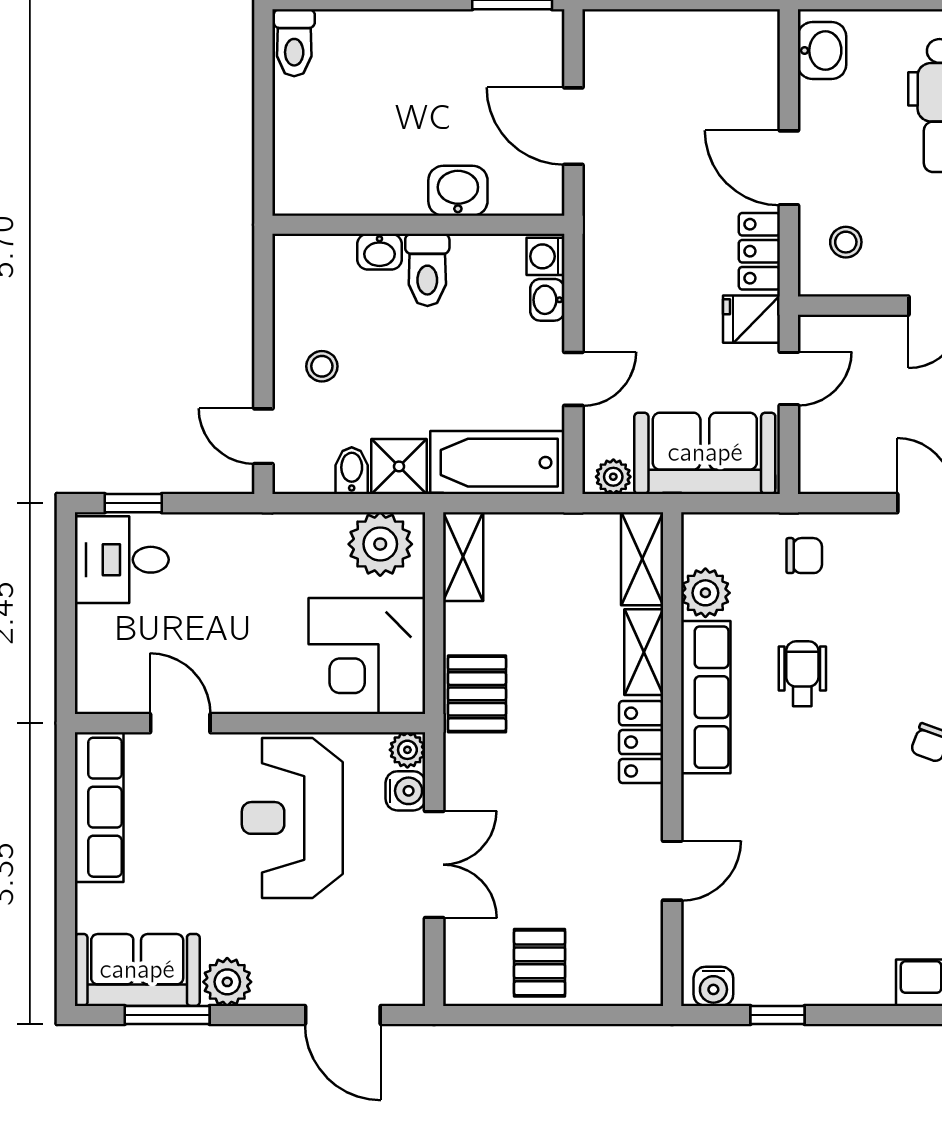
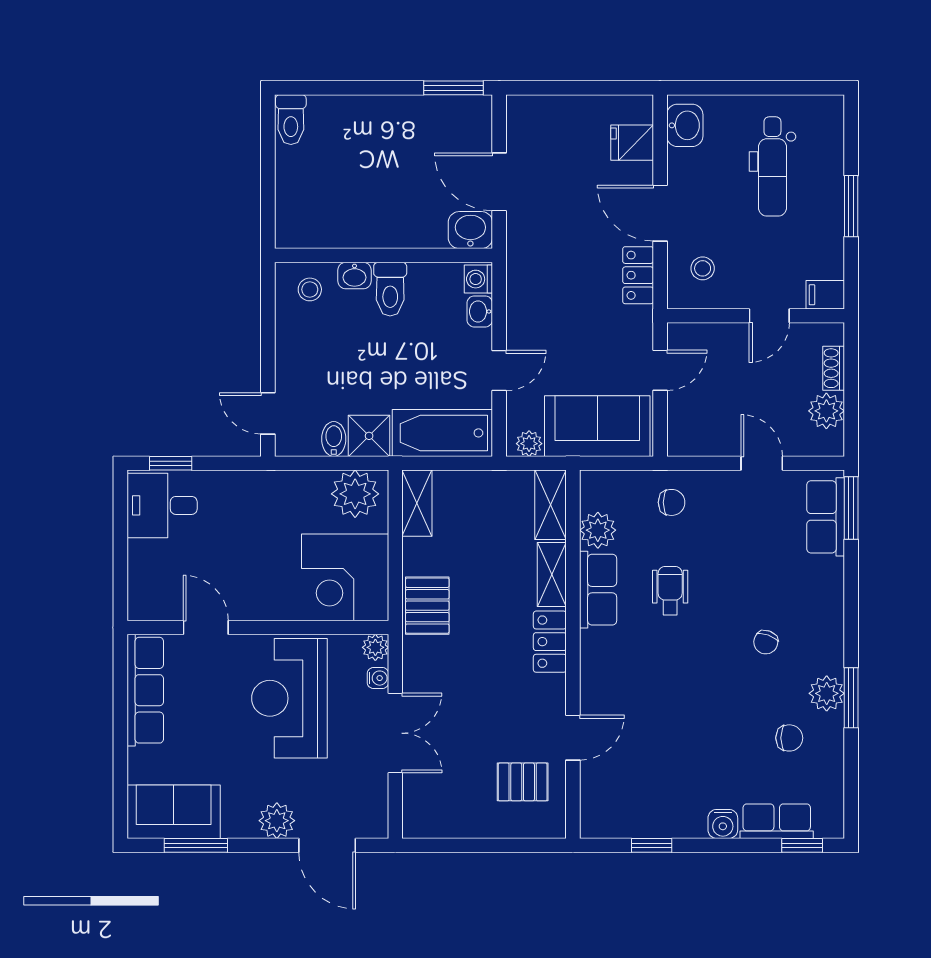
washbasin: (458, 191) -> (470, 230), moved
fridge: (751, 319) -> (632, 143), moved
stool: (322, 366) -> (310, 289), moved
row of seats: (706, 697) -> (598, 590), width x0.68
water cooler: (405, 791) -> (378, 678), width x0.72, depth x0.72
pallet: (540, 963) -> (523, 782), moved, turned 90
plant: (227, 982) -> (277, 821), moved
water cooler: (713, 986) -> (723, 824), moved

